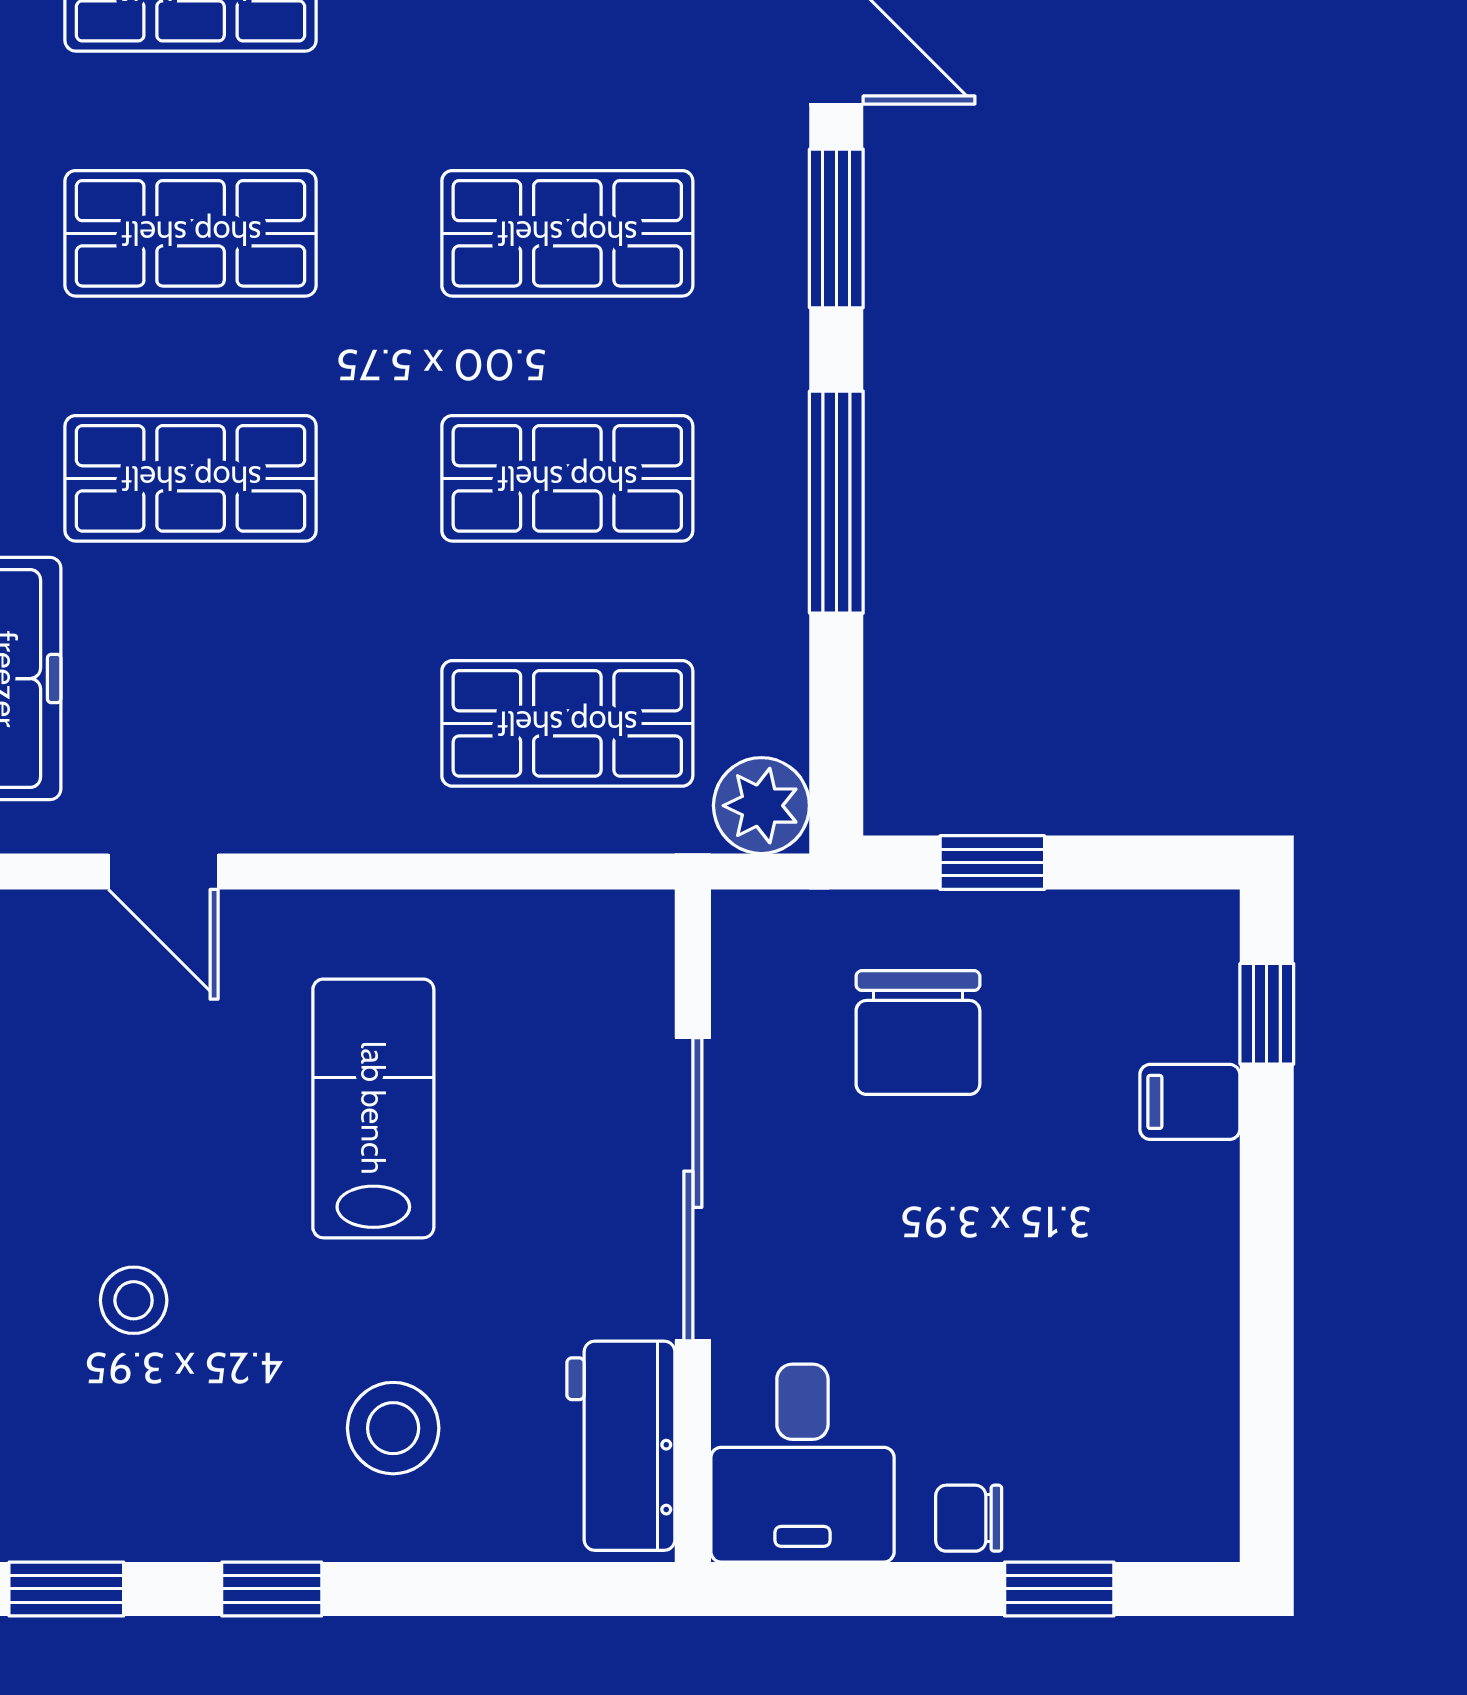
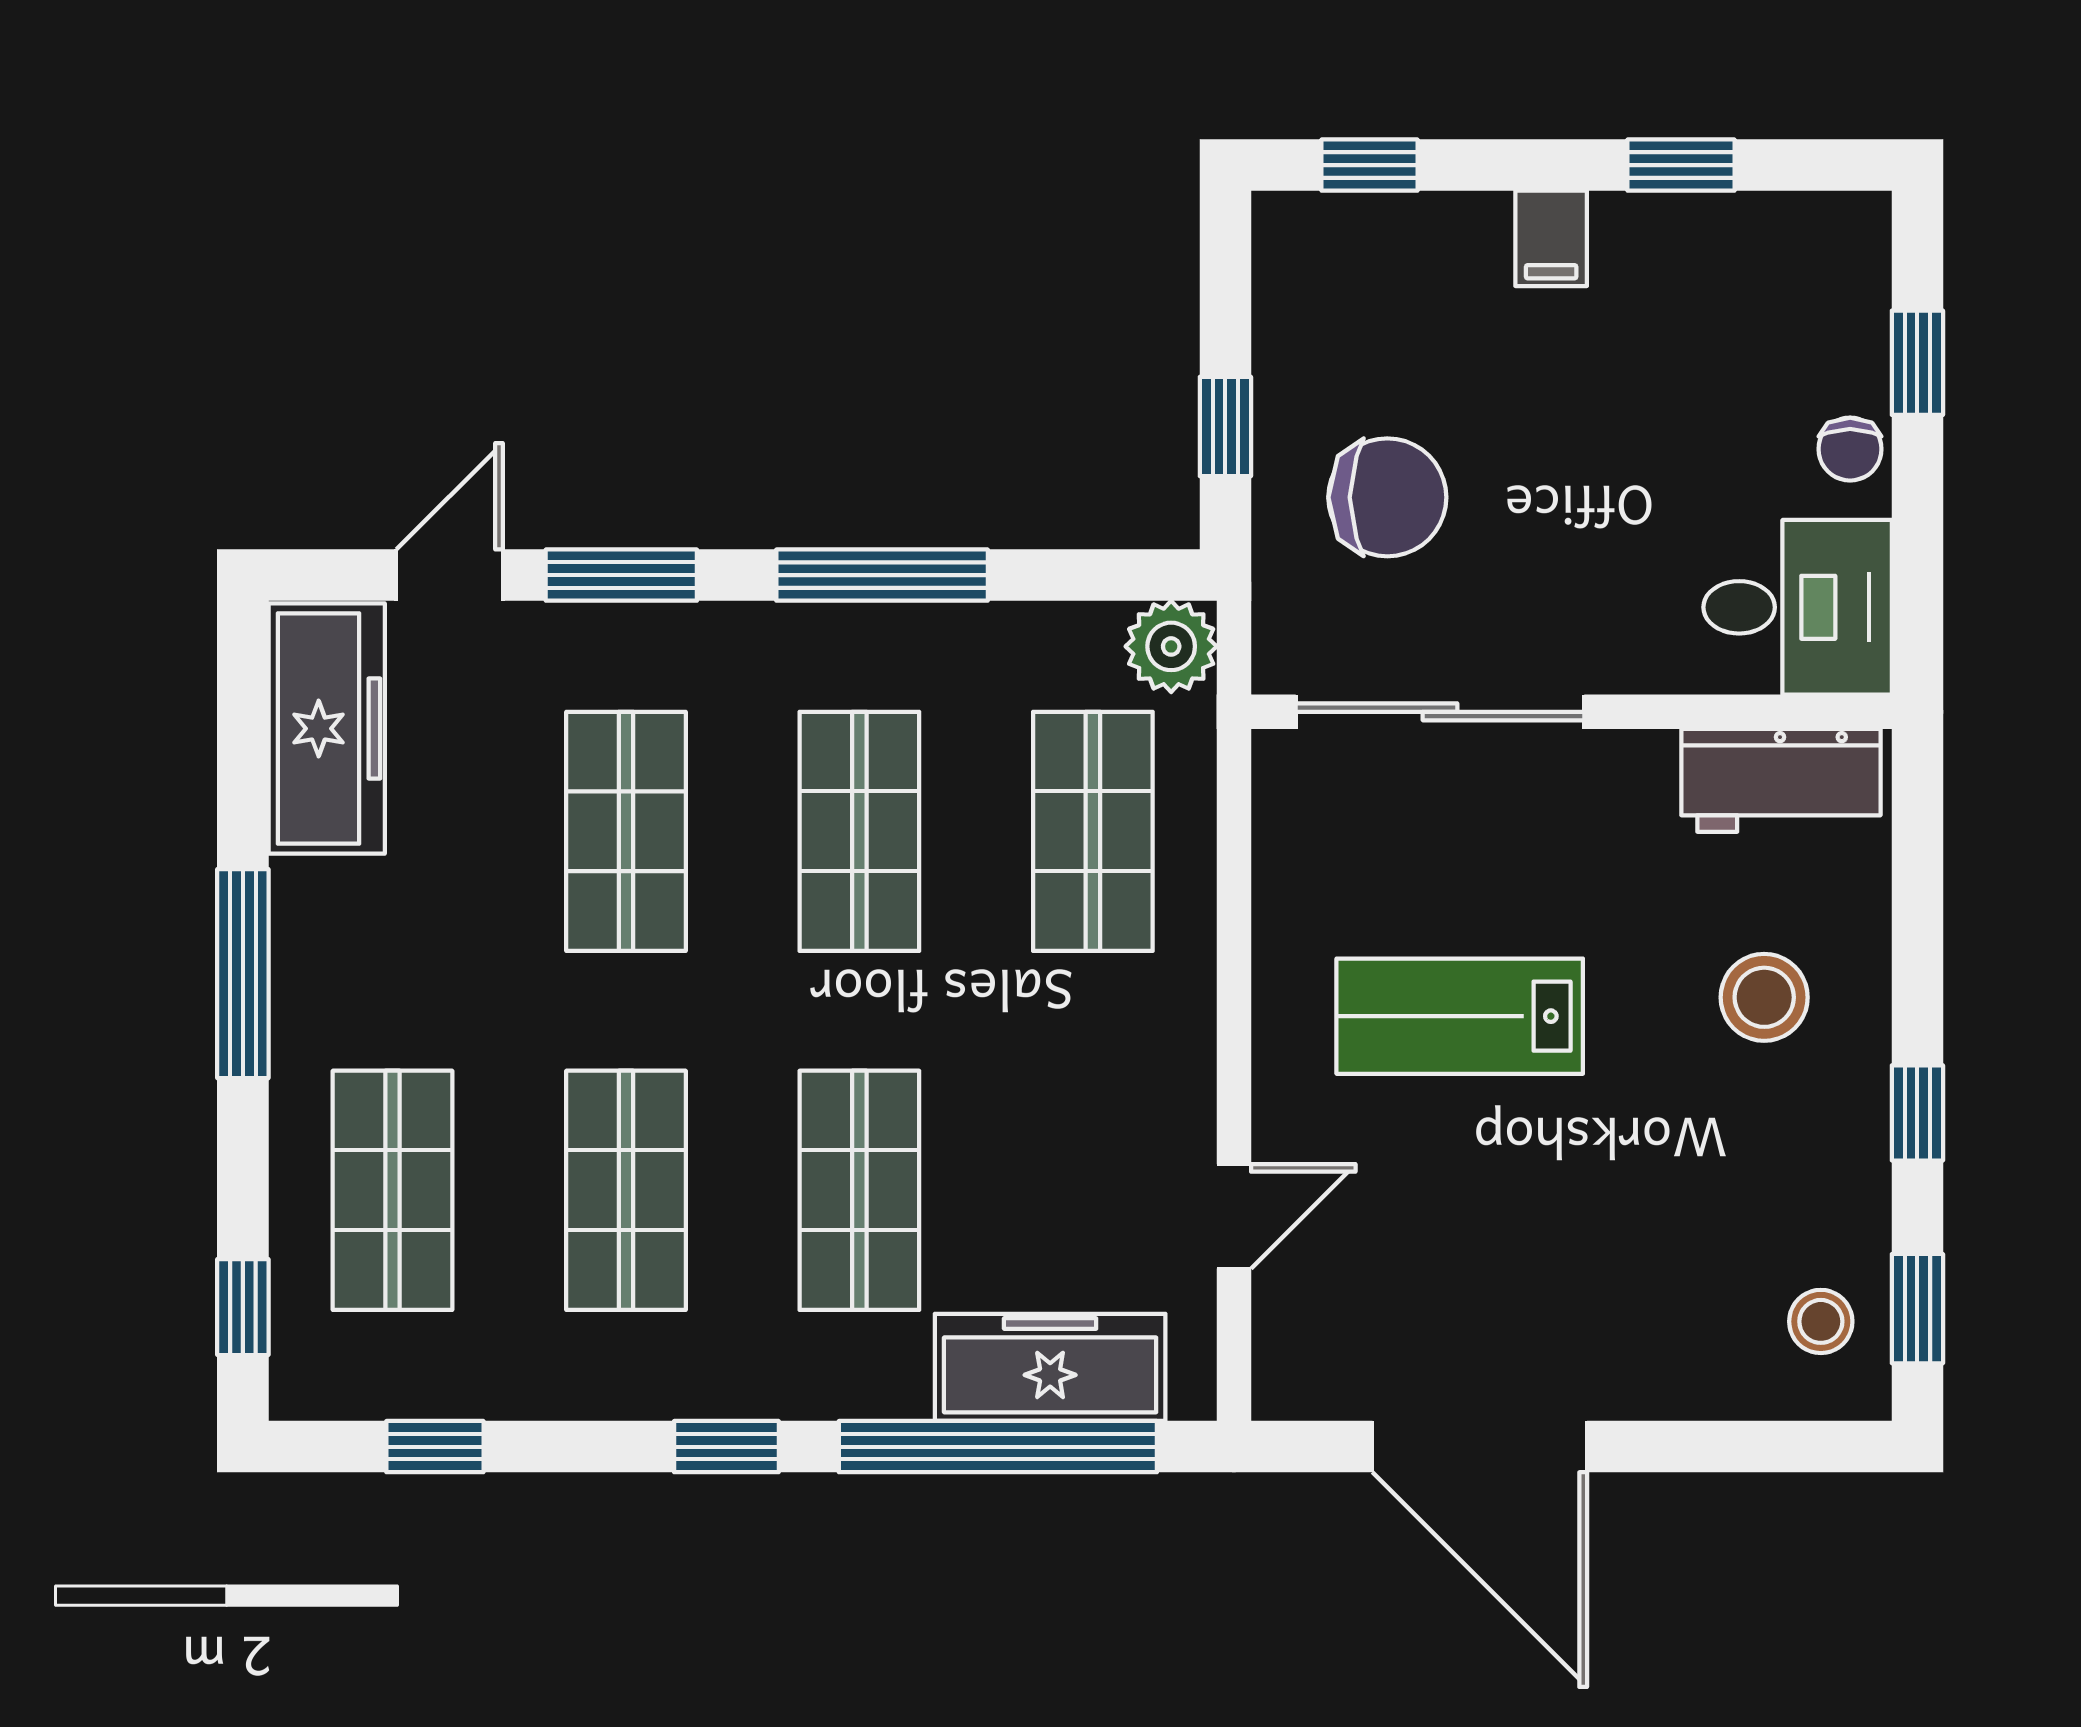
filing cabinet: (1190, 1102) -> (1551, 238), moved
sliding door: (693, 1189) -> (1440, 712), moved
stool: (134, 1300) -> (1821, 1321), moved
window: (1267, 1341) -> (1681, 165), added

